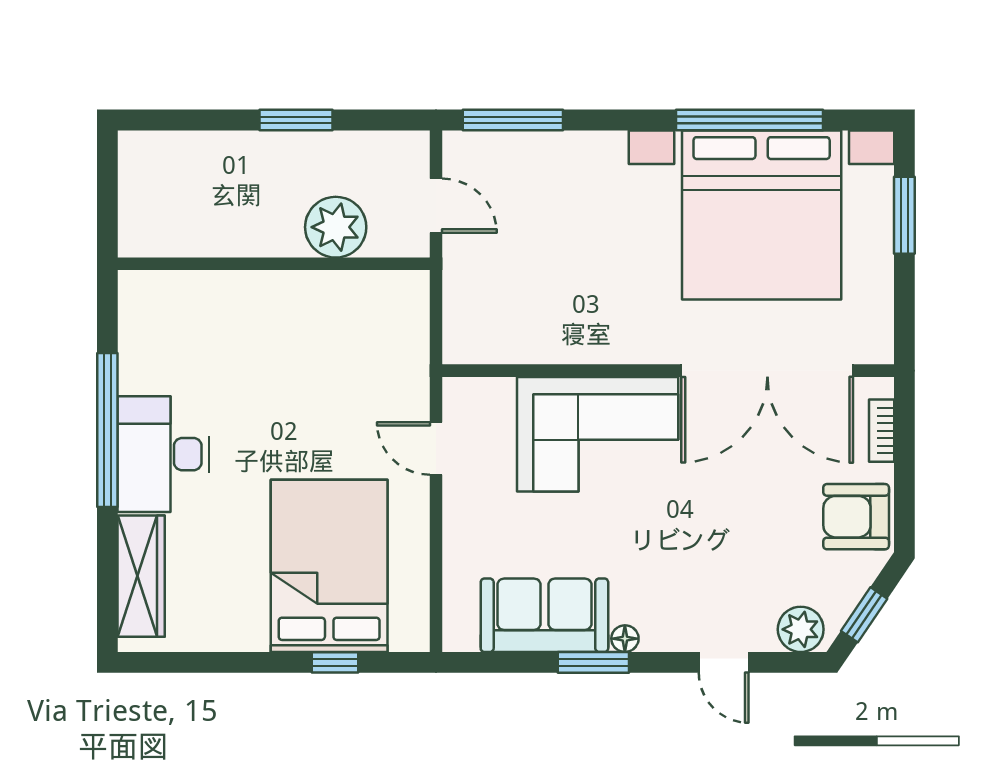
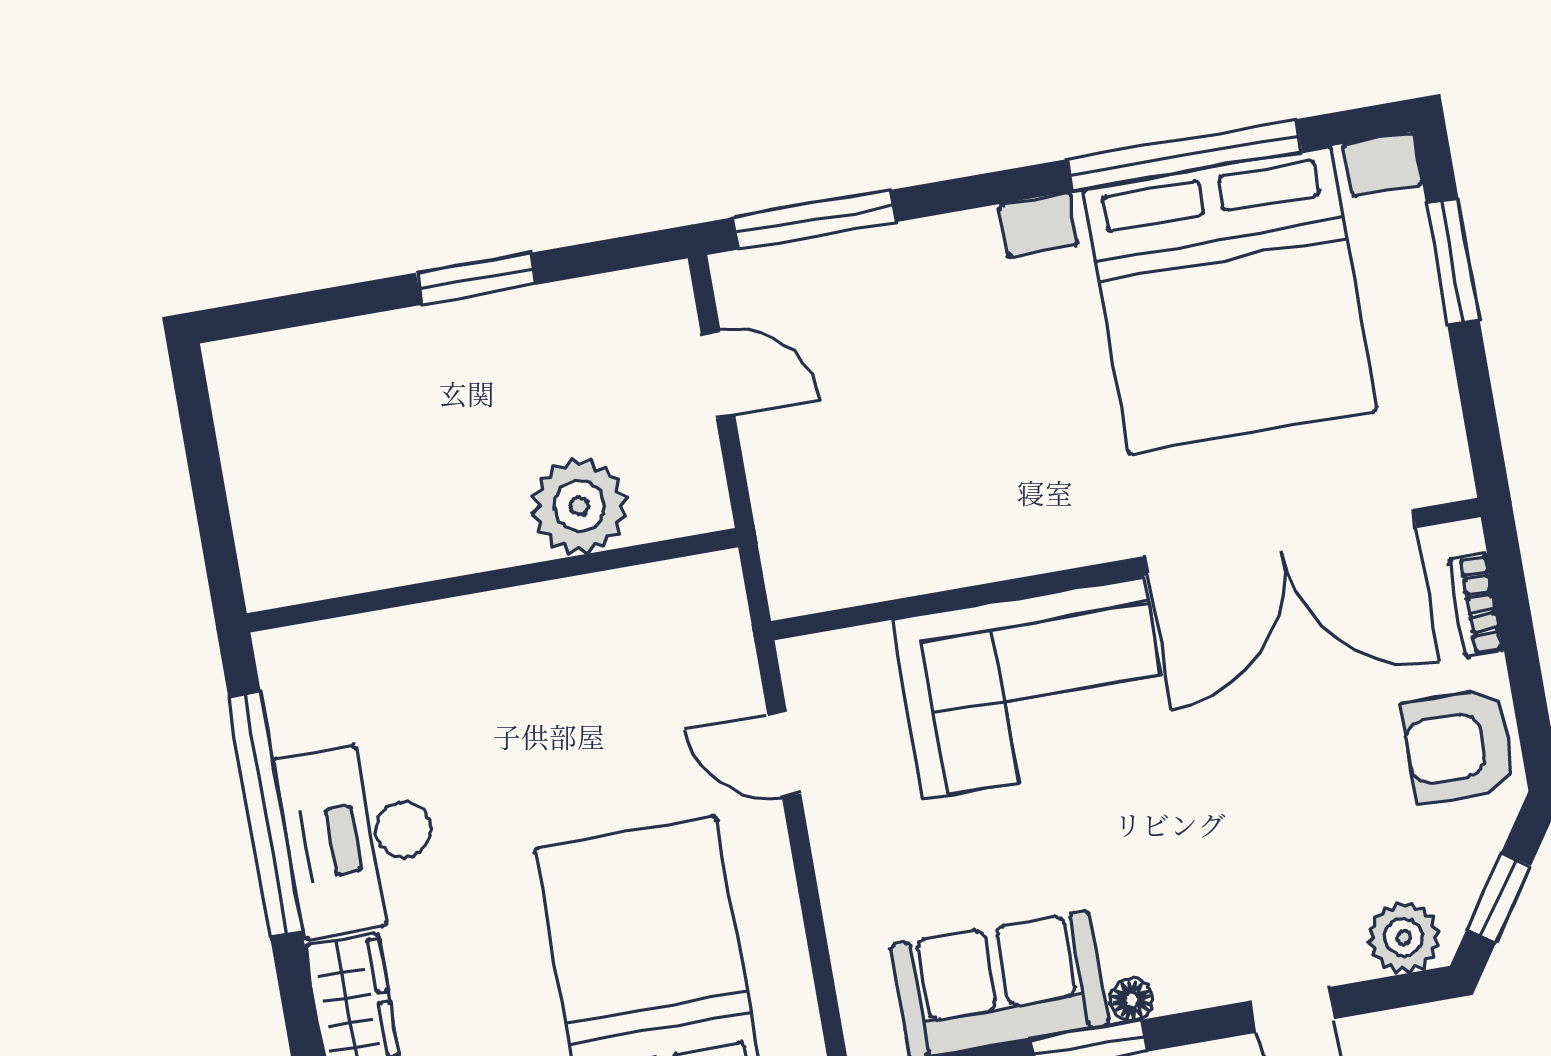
plant: (336, 227) -> (579, 506), moved
wall: (274, 264) -> (493, 580), moved

